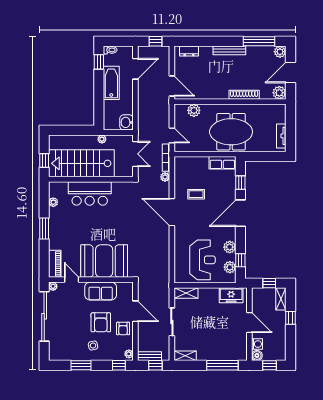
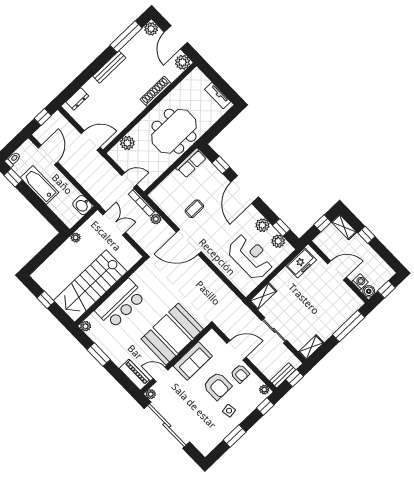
stairs: (81, 163) -> (90, 286), moved
wall: (91, 179) -> (110, 291), moved
bar counter: (90, 193) -> (120, 304), moved

